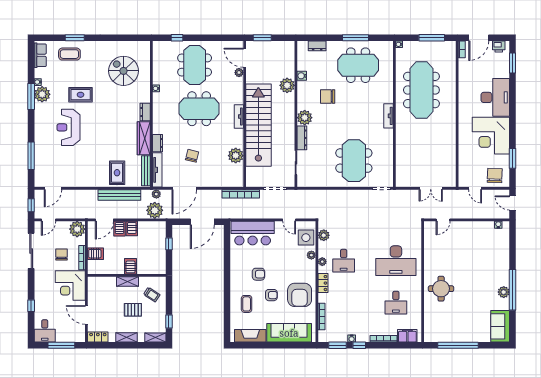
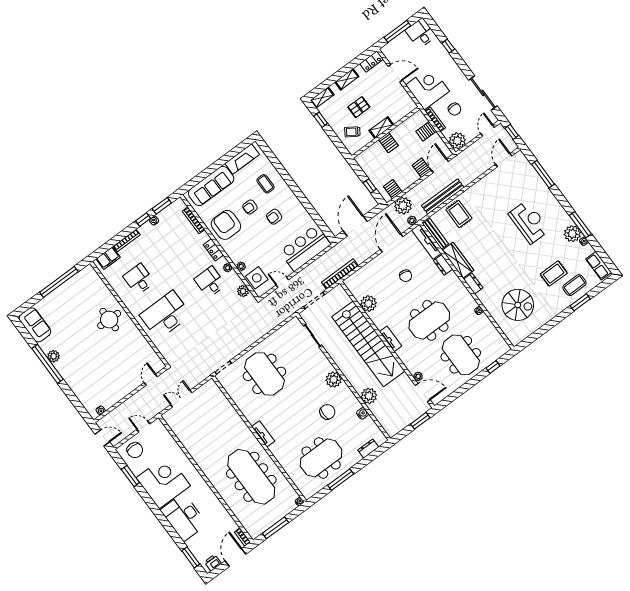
rug: (81, 95) -> (554, 274), moved
dresser: (302, 138) -> (323, 360), removed
server rack: (132, 229) -> (393, 189), moved

